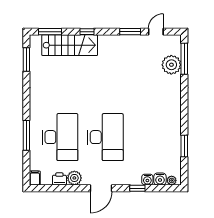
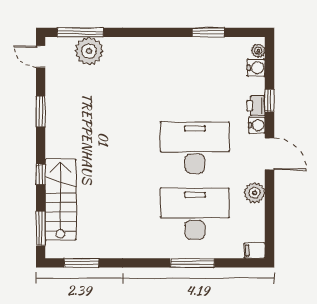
door: (156, 32) -> (41, 57), moved
printer: (59, 179) -> (256, 106), moved
water cooler: (147, 180) -> (257, 125), moved

